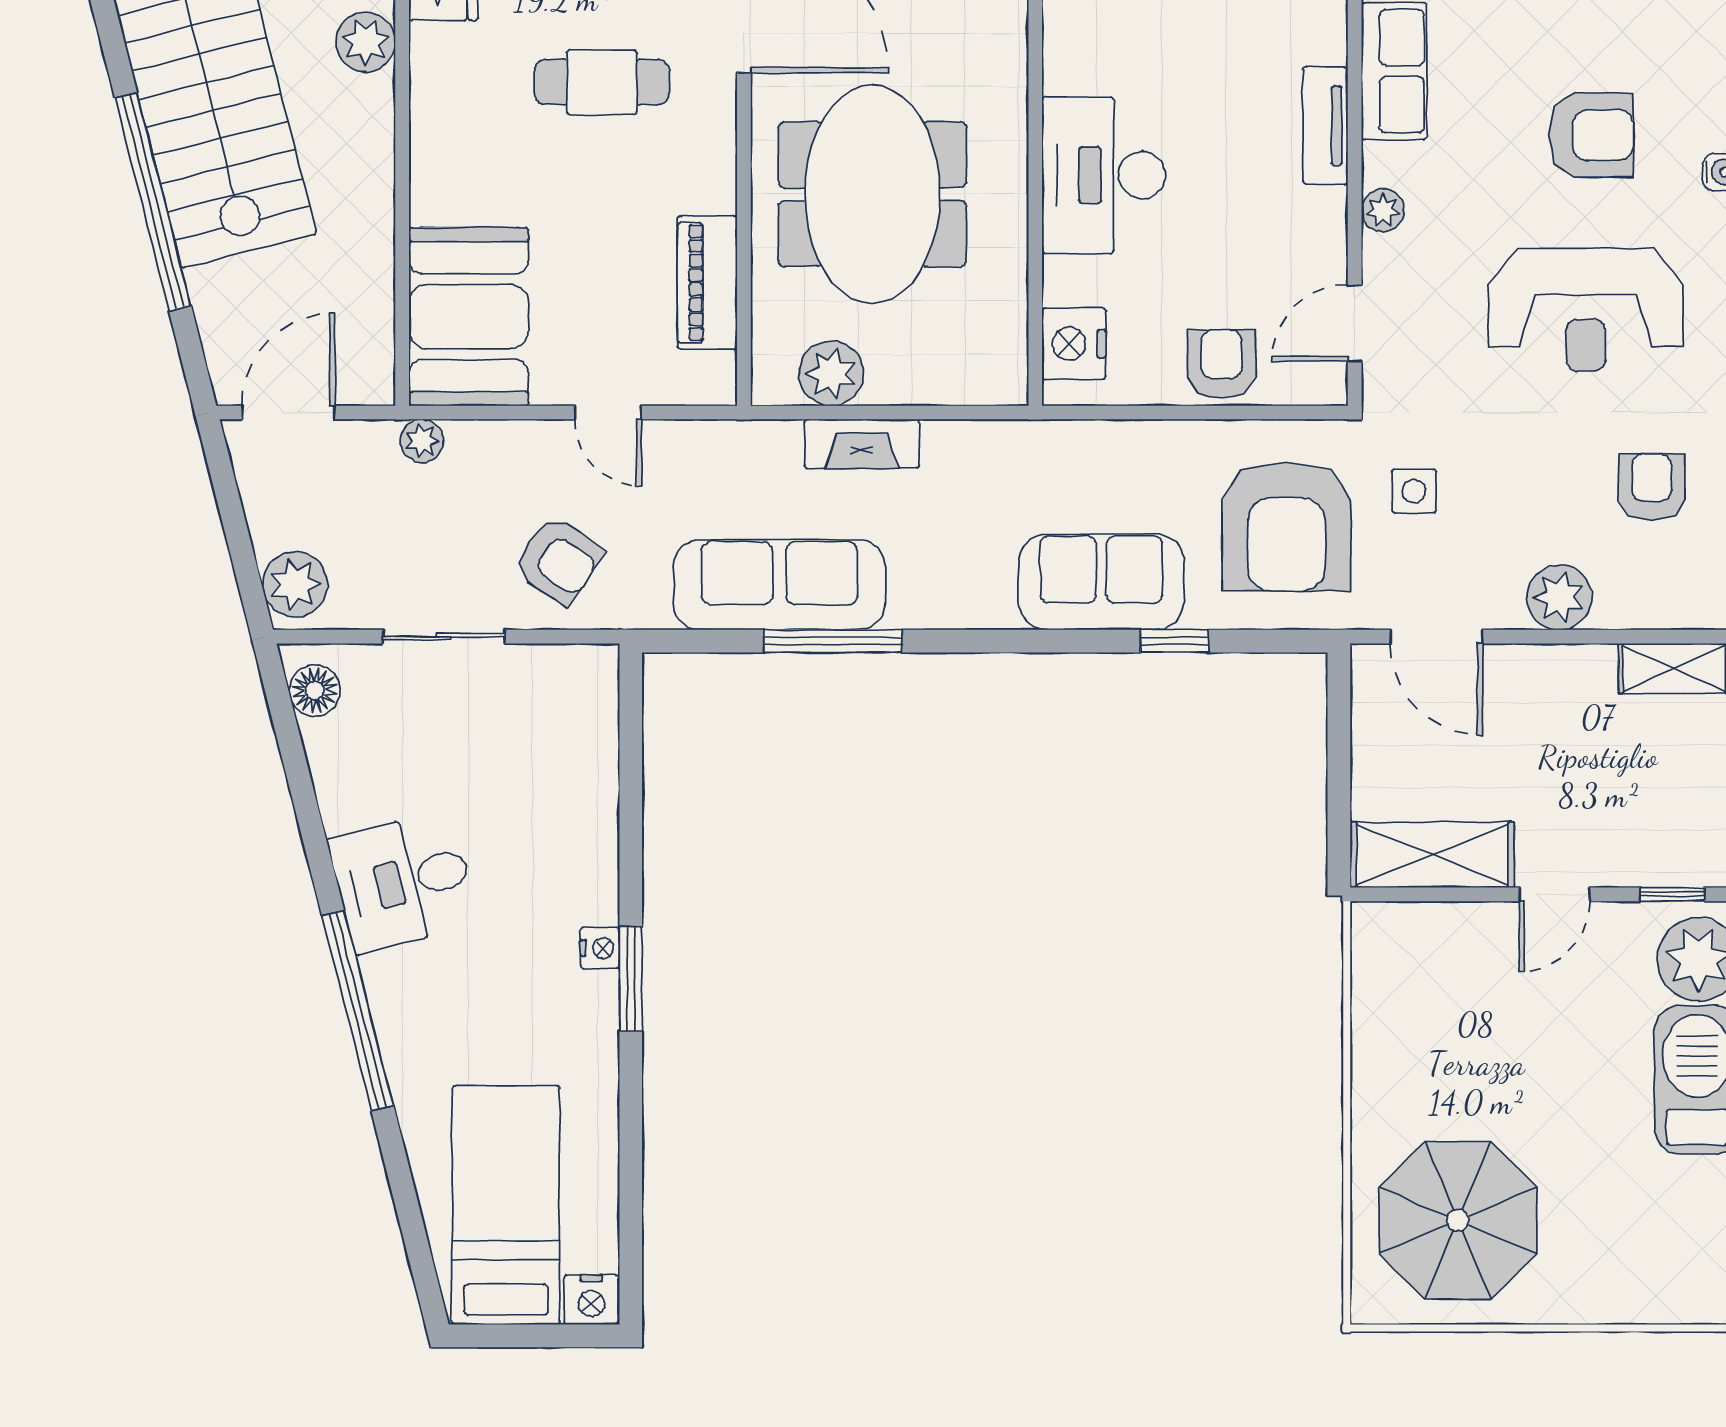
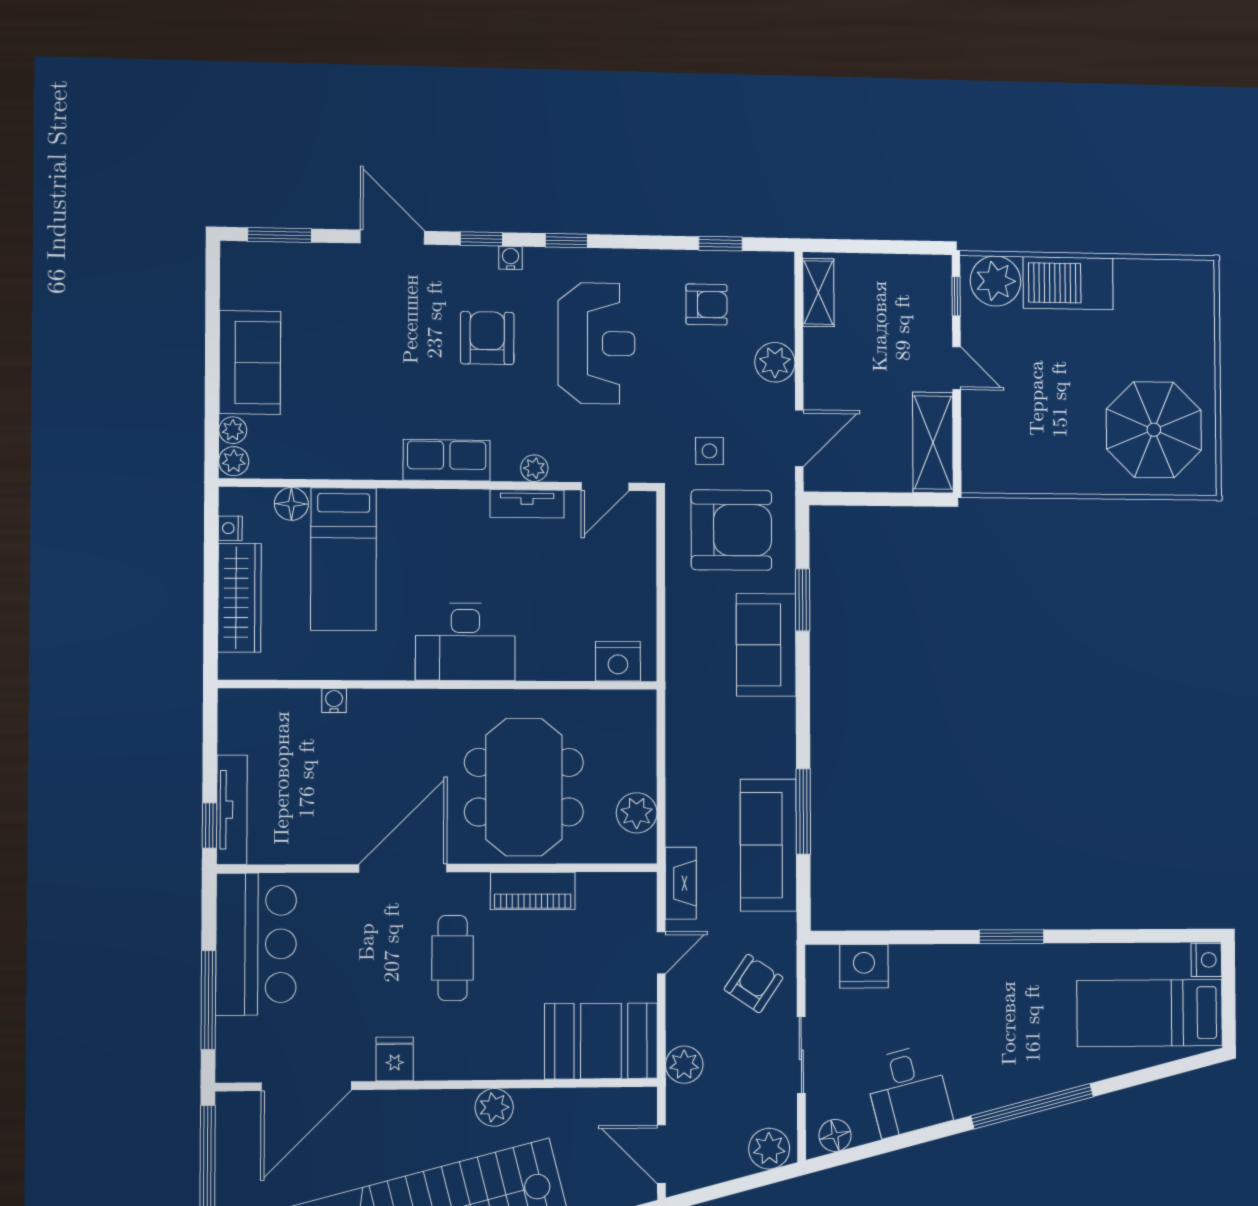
plant: (366, 42) -> (494, 1107), moved
tv unit: (1325, 126) -> (527, 504), moved
desk: (1104, 175) -> (465, 642), moved
meeting table: (872, 194) -> (524, 787), turned 90
piano: (707, 283) -> (533, 891), moved
door: (1355, 323) -> (605, 487), hinge flipped
armchair: (1221, 364) -> (630, 569), removed
plant: (422, 441) -> (684, 1065), width x1.38, depth x1.38
fireplace: (862, 444) -> (681, 883), moved
armchair: (1652, 487) -> (707, 304), turned 180
window: (1174, 641) -> (803, 600), width x1.50
desk: (403, 882) -> (908, 1091), moved
nightstand: (600, 948) -> (864, 966), moved, width x1.89, depth x1.79

